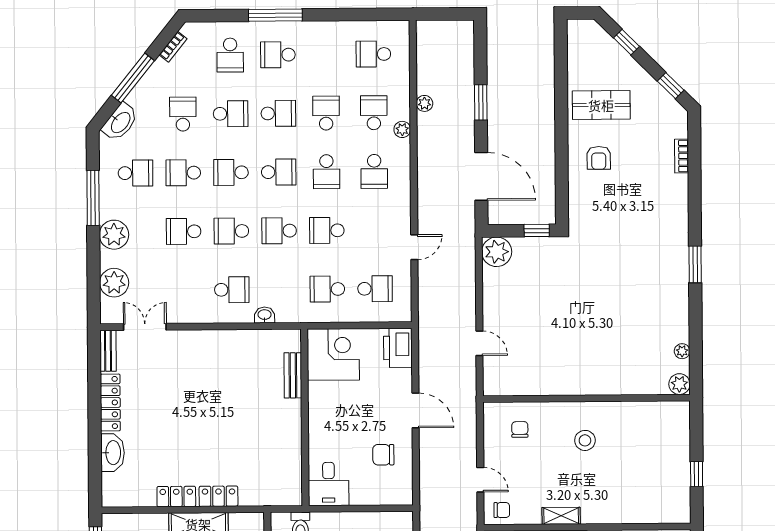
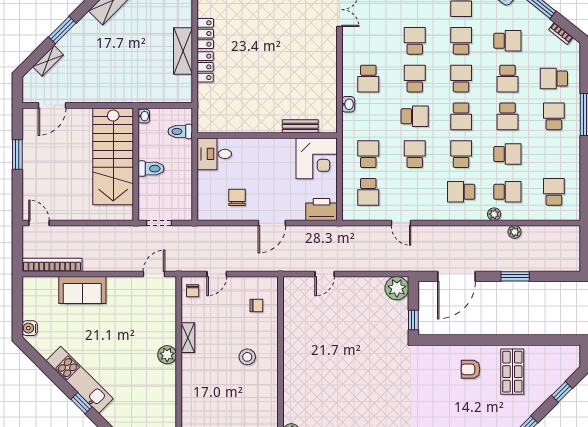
school desk: (326, 172) -> (461, 154), turned 90
school desk: (279, 231) -> (415, 116), turned 90

